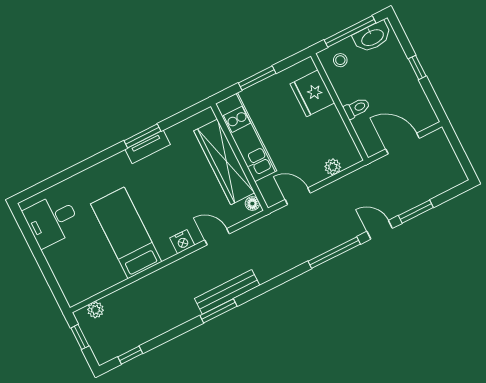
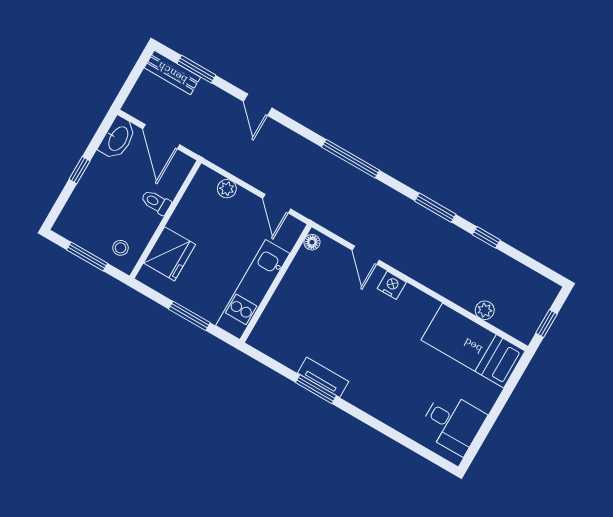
window: (350, 31) -> (87, 257), width x0.69
washbasin: (372, 37) -> (118, 138), moved, turned 90
wardrobe: (224, 162) -> (290, 295), removed
window: (416, 212) -> (196, 69), moved
bed: (126, 233) -> (473, 346), moved, turned 90
window: (334, 253) -> (351, 159), moved
bench: (227, 292) -> (172, 73), moved, width x0.73
plant: (96, 310) -> (485, 310), moved
window: (130, 355) -> (486, 237), moved

